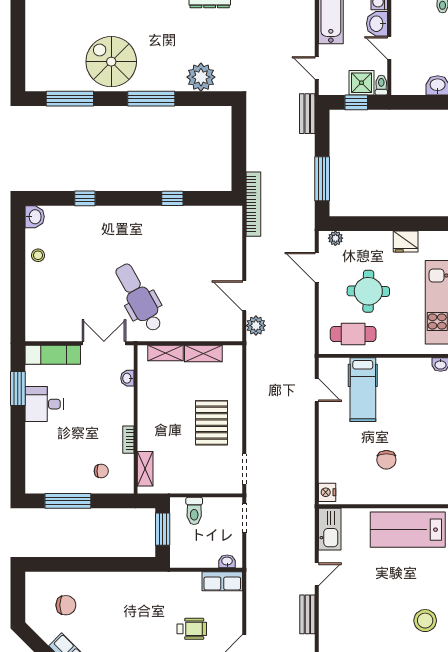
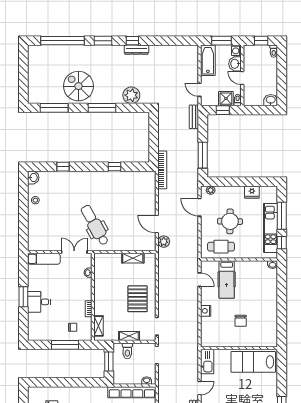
shelving: (166, 353) -> (129, 336), moved
window: (18, 388) -> (23, 297), moved
desk: (44, 404) -> (39, 302), moved
nightstand: (327, 492) -> (206, 311), moved
window: (68, 501) -> (65, 345), moved
row of seats: (222, 581) -> (132, 392), width x2.02

